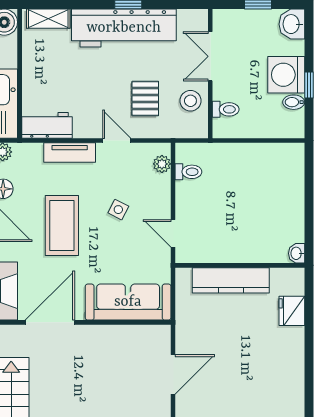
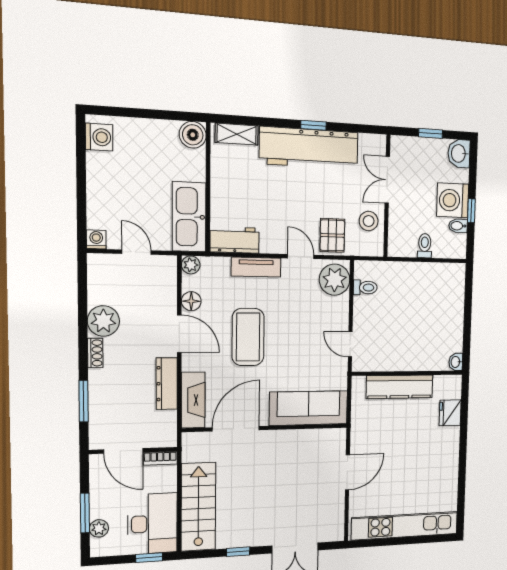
pallet: (145, 98) -> (332, 235), moved
toilet: (226, 109) -> (425, 246), moved, turned -90
plant: (162, 164) -> (335, 280), width x1.88, depth x1.88
side table: (118, 210) -> (301, 322), removed

